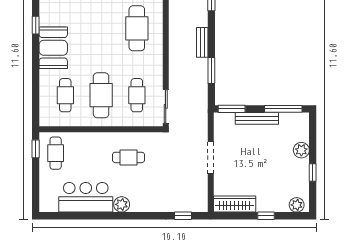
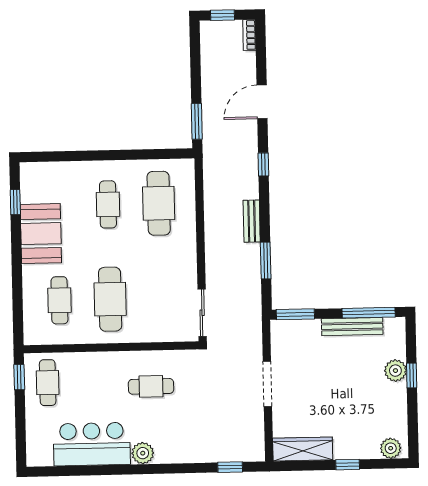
cafe table: (137, 95) -> (108, 204), moved
bench: (257, 118) -> (352, 327), moved
window: (313, 173) -> (412, 375), moved

